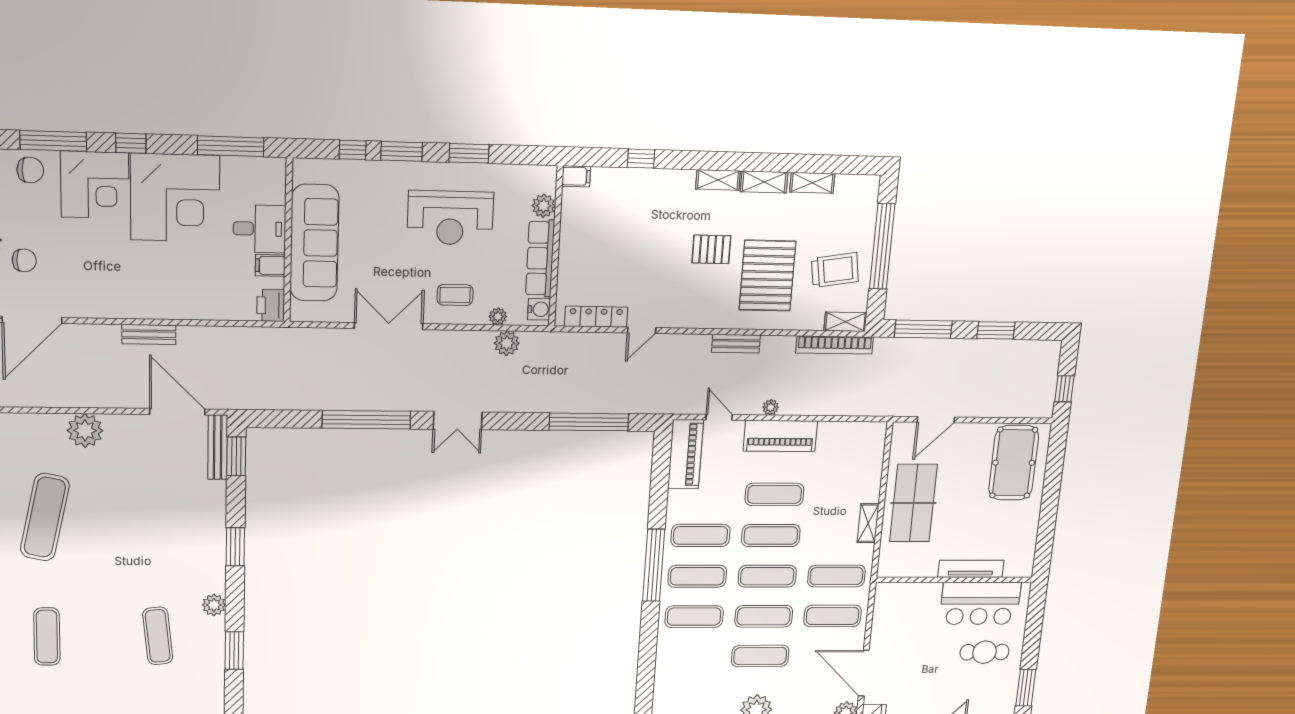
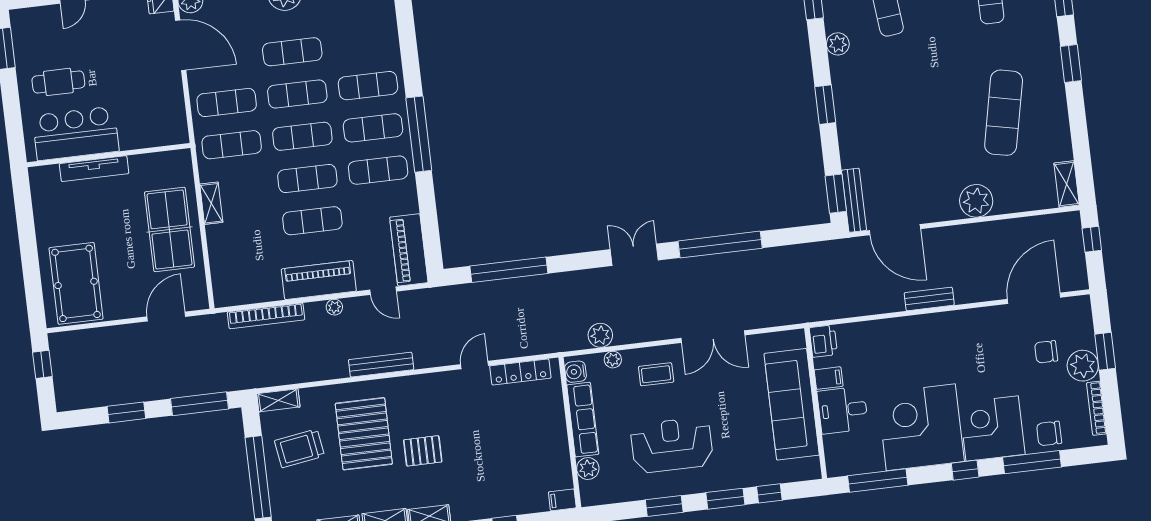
bench: (736, 344) -> (381, 365), width x1.36
bookcase: (835, 345) -> (266, 316), moved, turned 180

